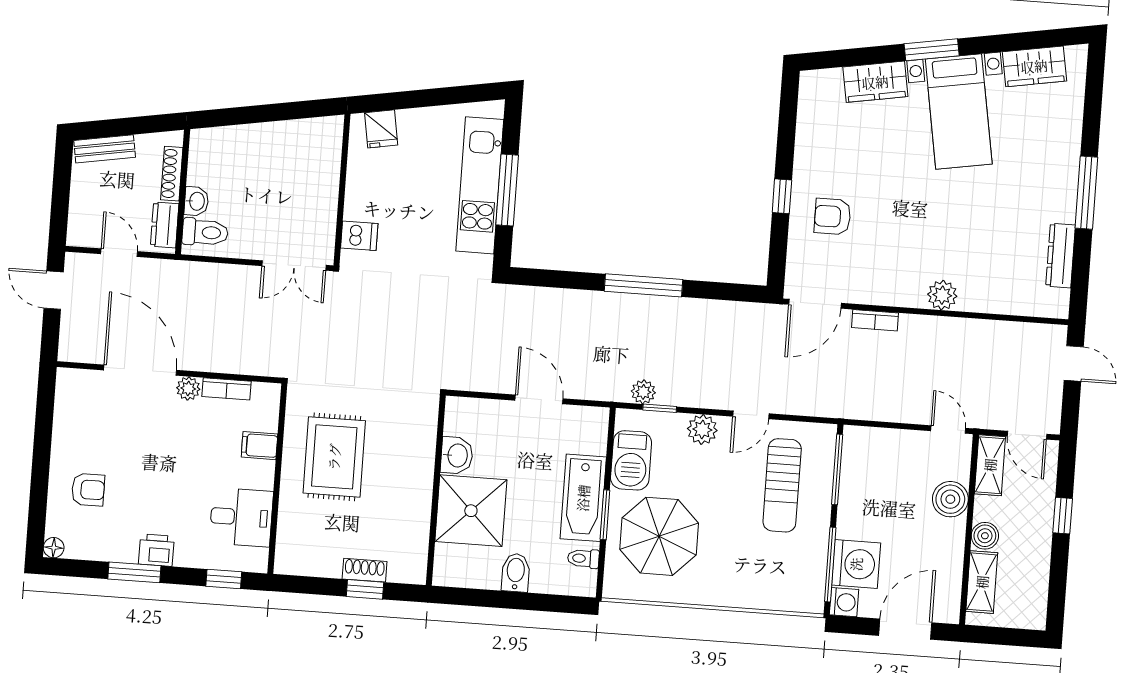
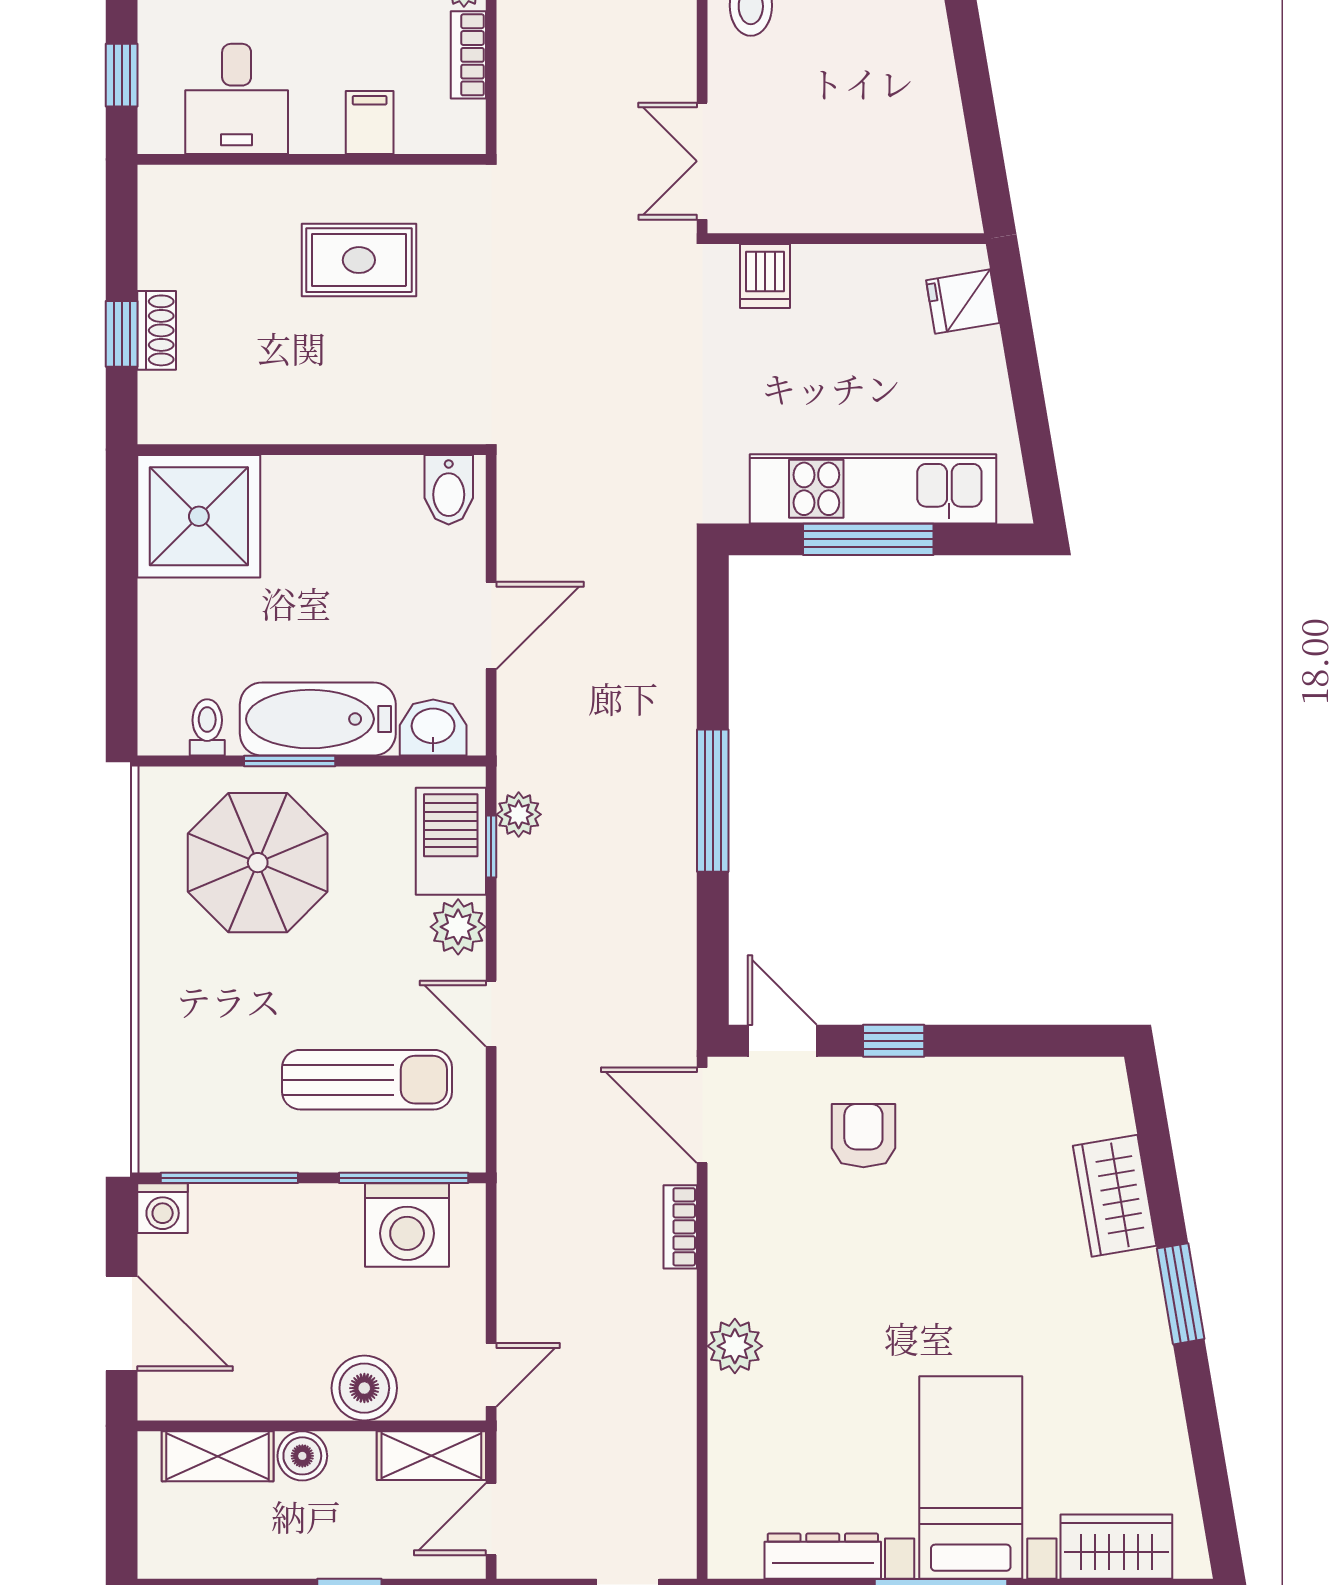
wardrobe: (1034, 66) -> (1116, 1547), moved, turned 100
bed with nightstands: (959, 112) -> (971, 1478), moved, turned 100
door: (777, 257) -> (782, 1041), added
washbasin: (457, 455) -> (433, 728), moved, turned 180
rug: (334, 457) -> (359, 260), width x0.73, depth x0.70
barbecue: (631, 460) -> (451, 841), moved, turned 90
sun lounger: (782, 485) -> (367, 1080), turned 180
shower: (471, 511) -> (199, 516), moved
washing machine: (856, 564) -> (407, 1225), moved
bidet: (516, 573) -> (449, 490), moved, turned 90

